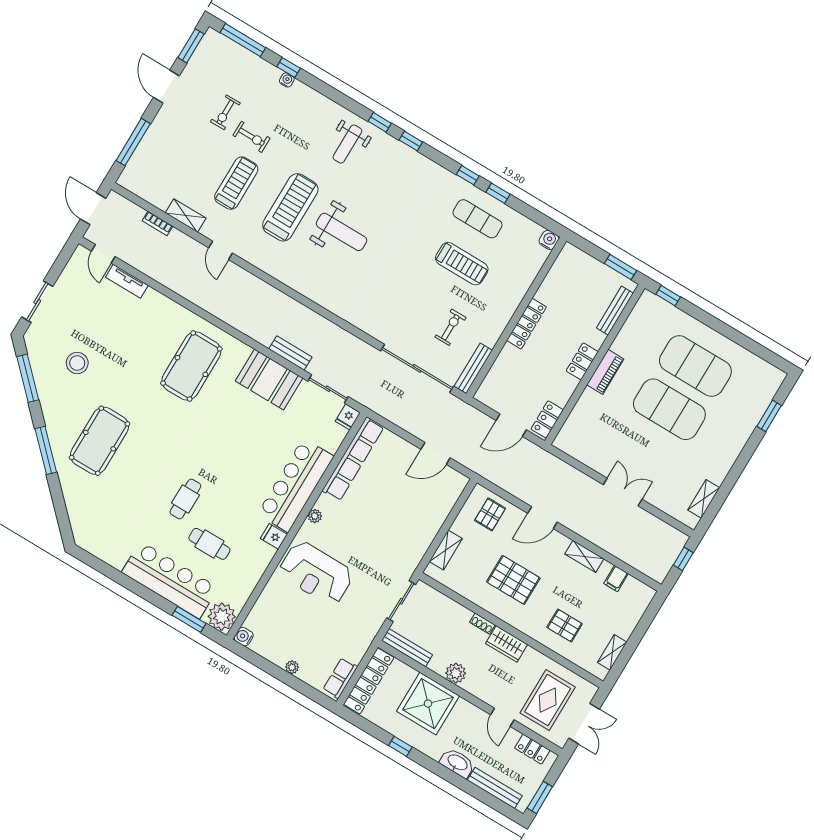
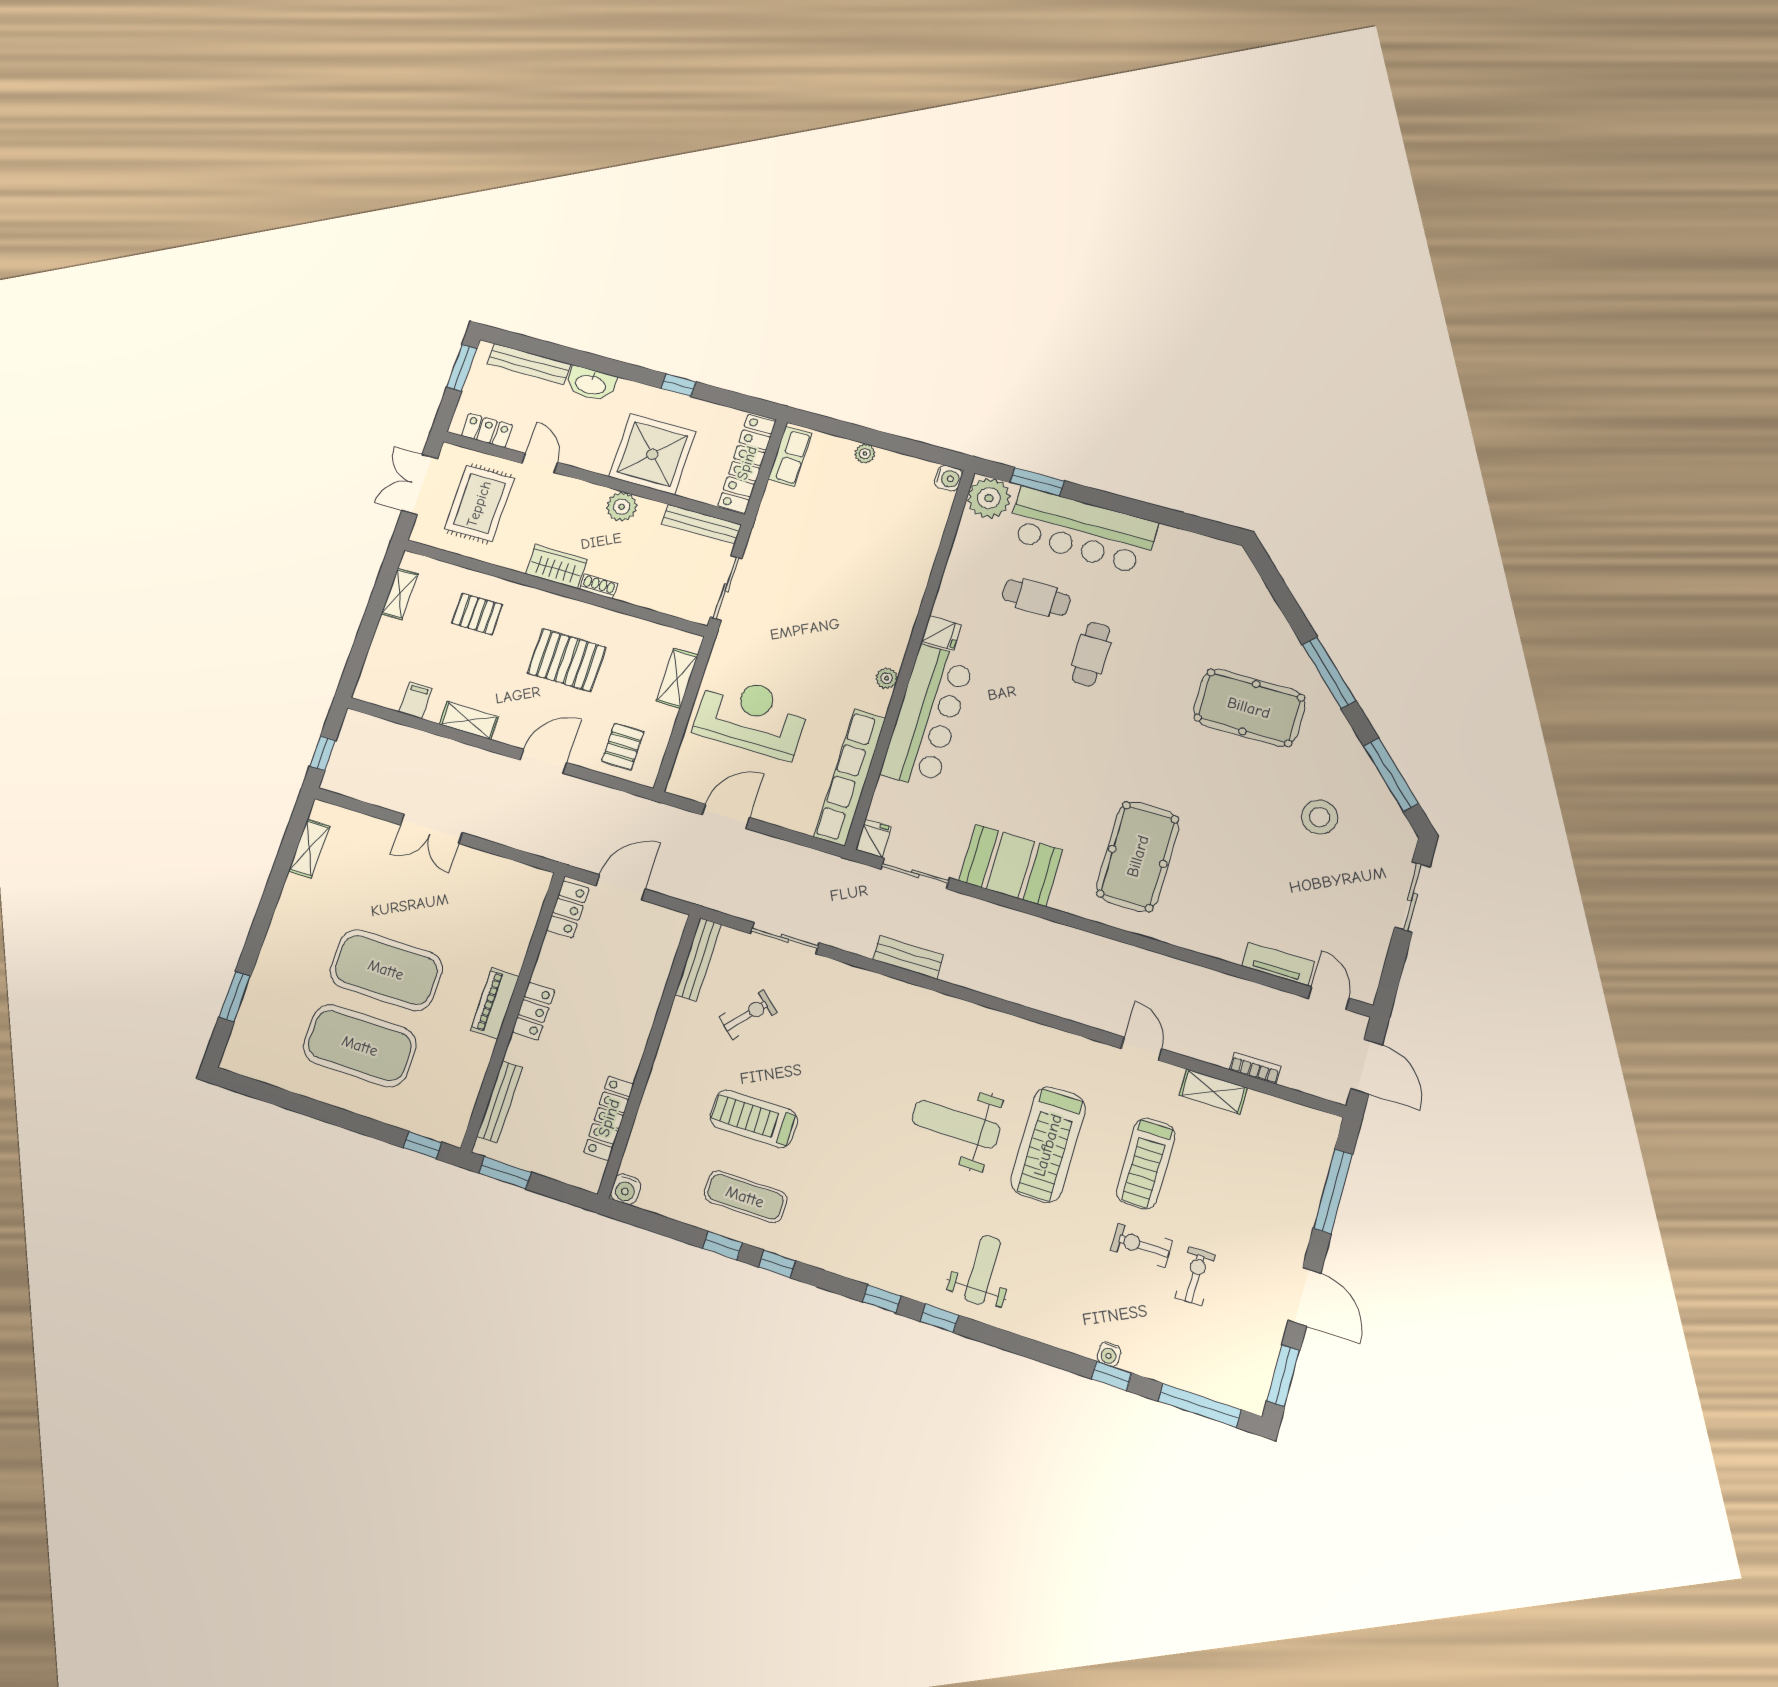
locker: (527, 324) -> (609, 1118), moved
exercise bike: (450, 327) -> (748, 1014), turned -139
bench: (290, 353) -> (908, 957), moved
sliding door: (417, 368) -> (785, 938), width x0.54
pool table: (99, 441) -> (1249, 708), turned 90
reception desk: (316, 573) -> (751, 717), moved

